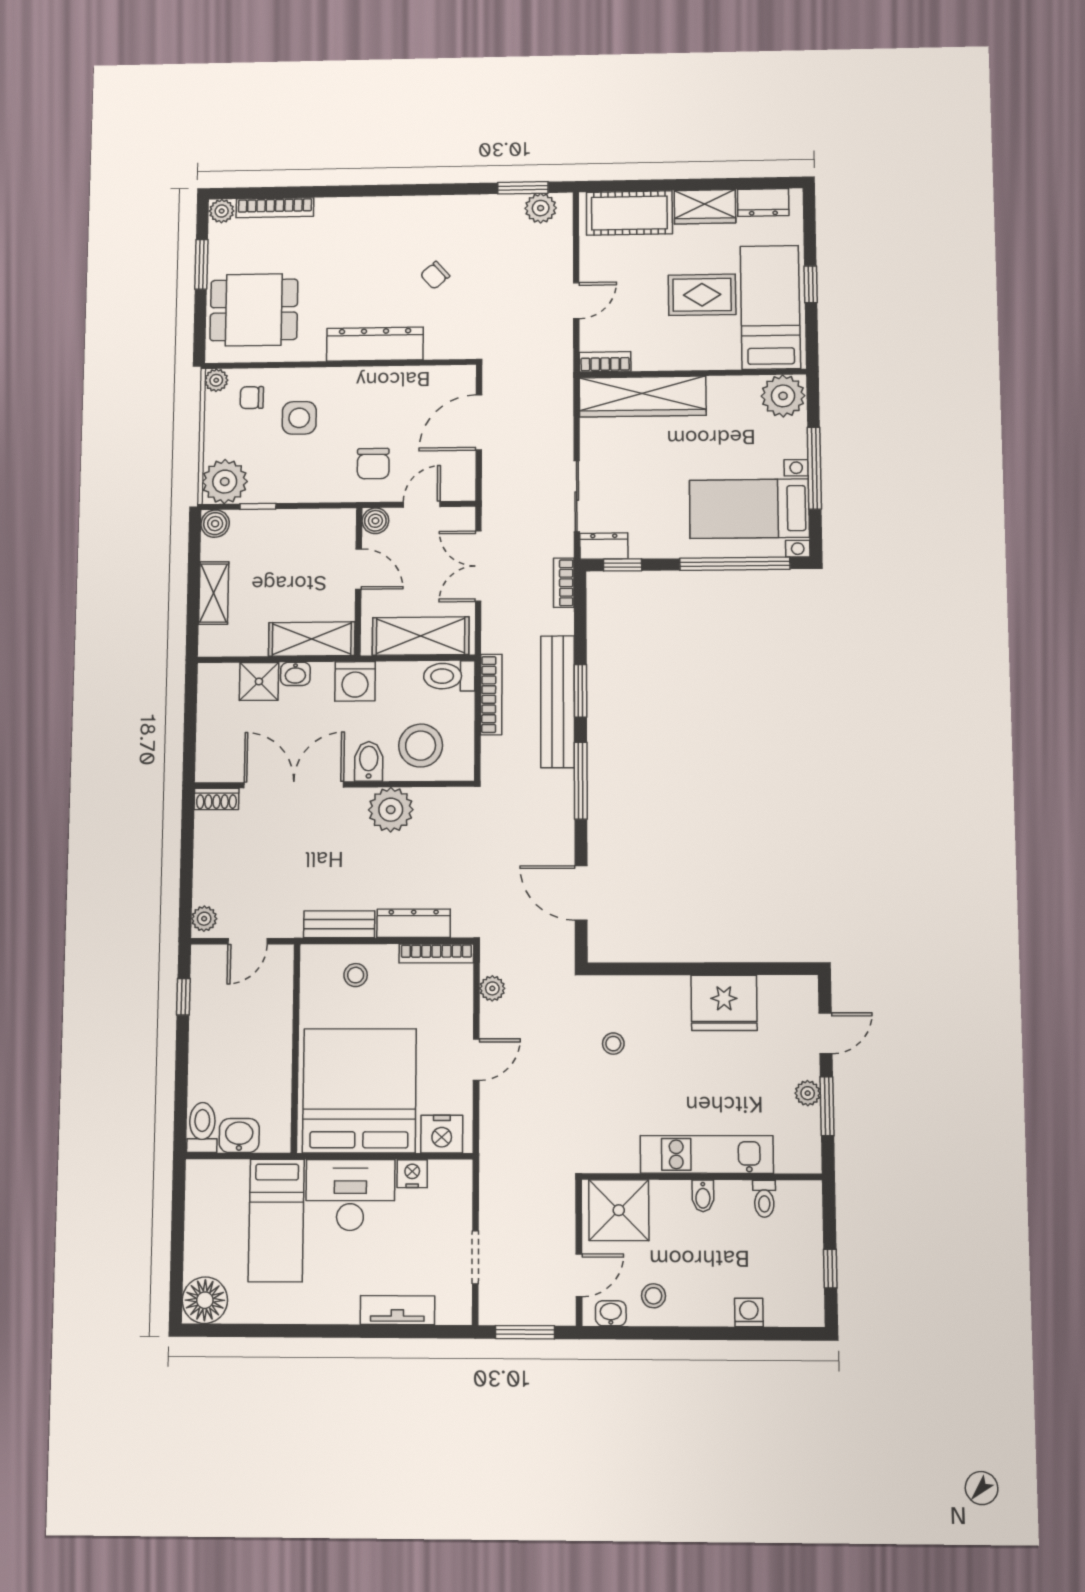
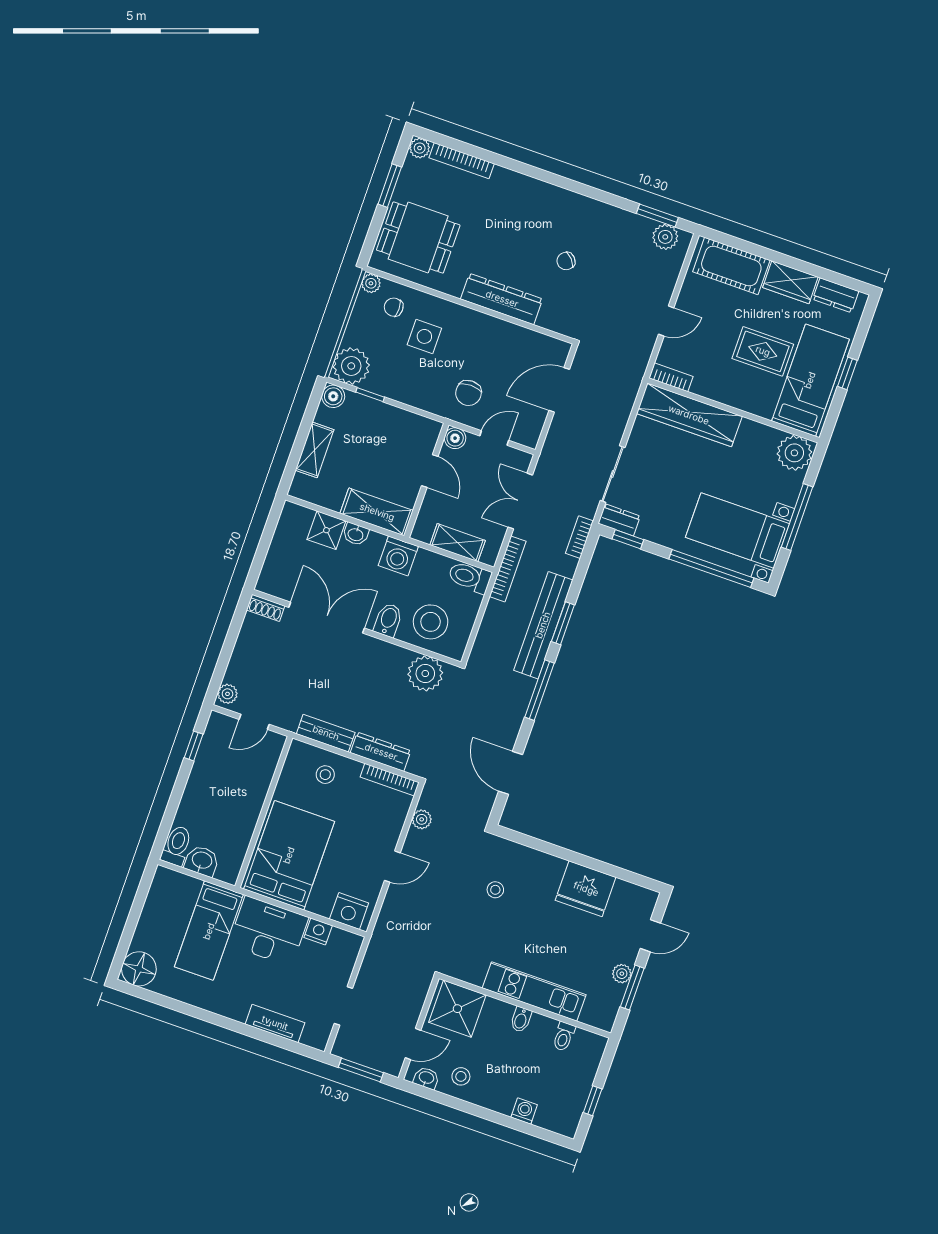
shelving: (421, 636) -> (458, 543), width x0.67, depth x0.75
bookcase: (491, 694) -> (508, 569), moved
plant: (391, 810) -> (425, 674), moved
bed: (359, 1091) -> (289, 855), width x0.73

